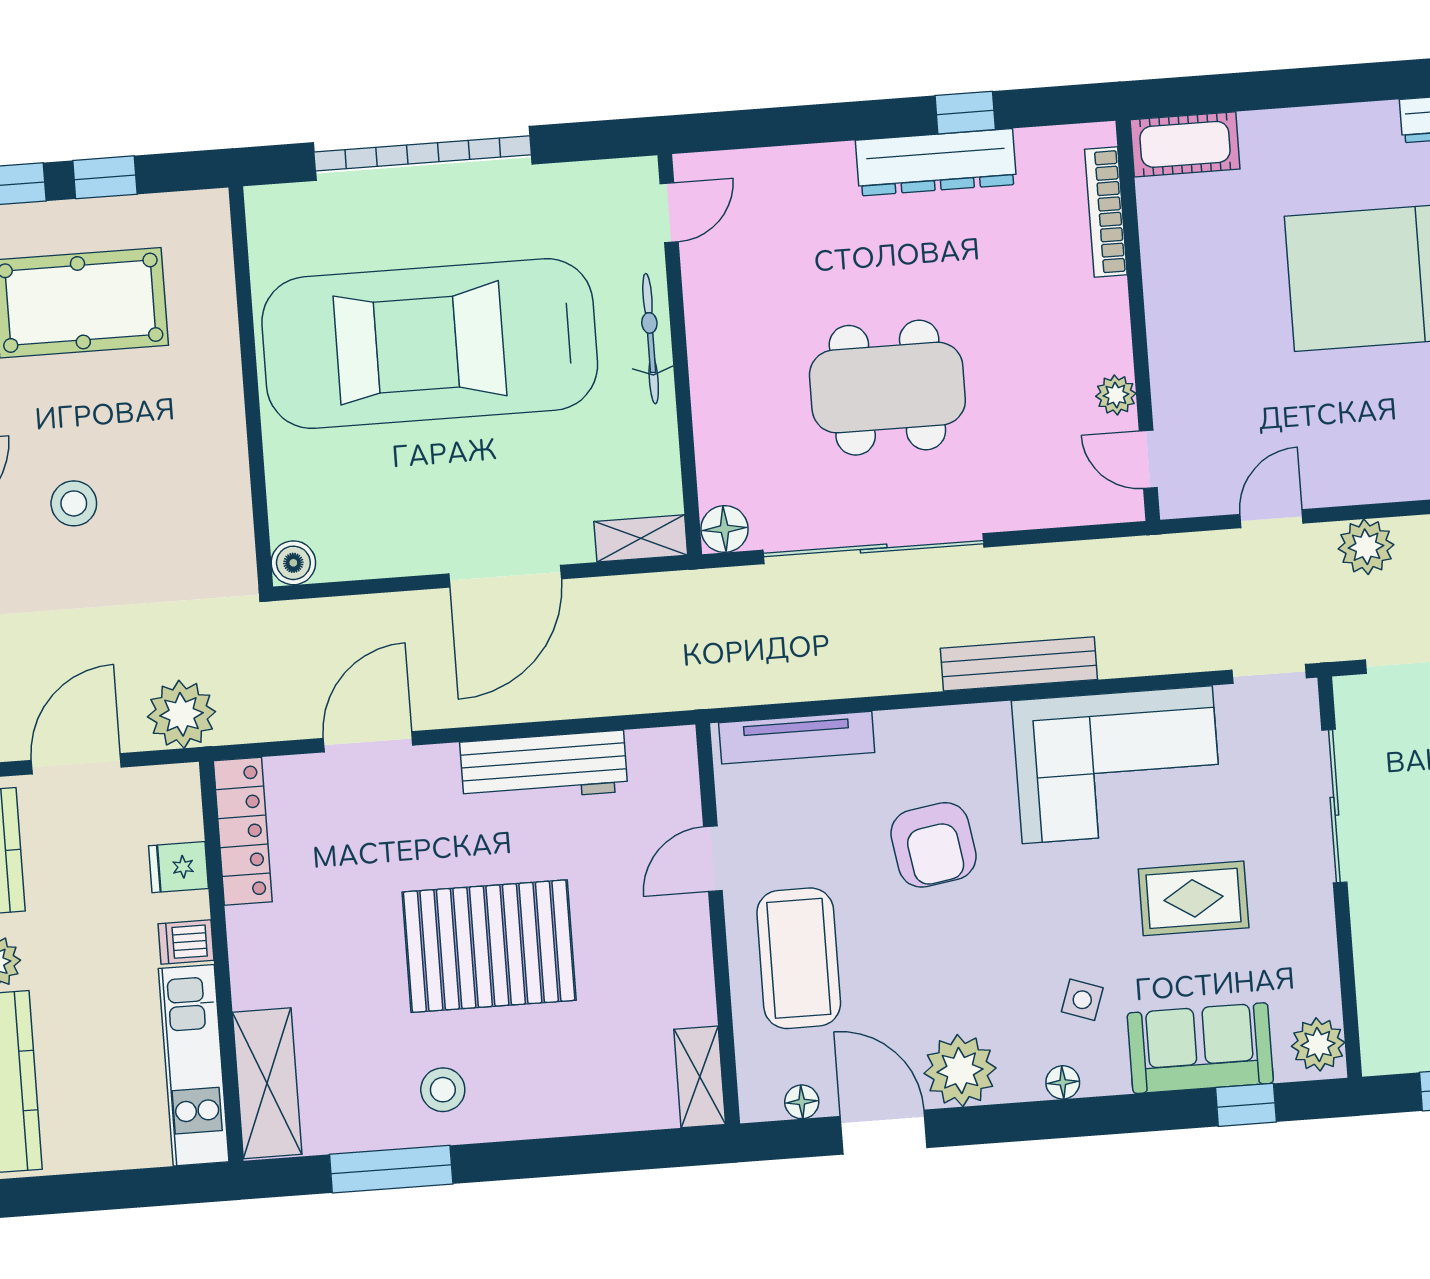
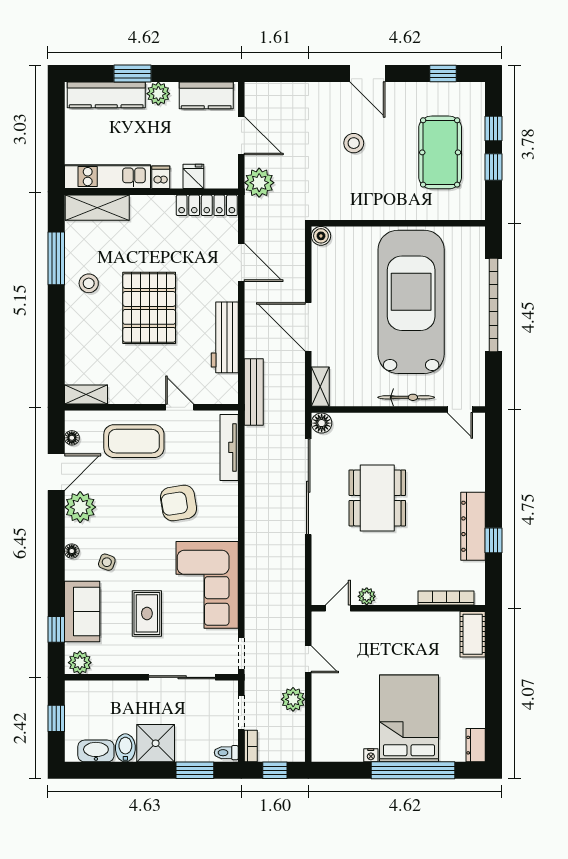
bench: (1019, 664) -> (254, 392), moved

